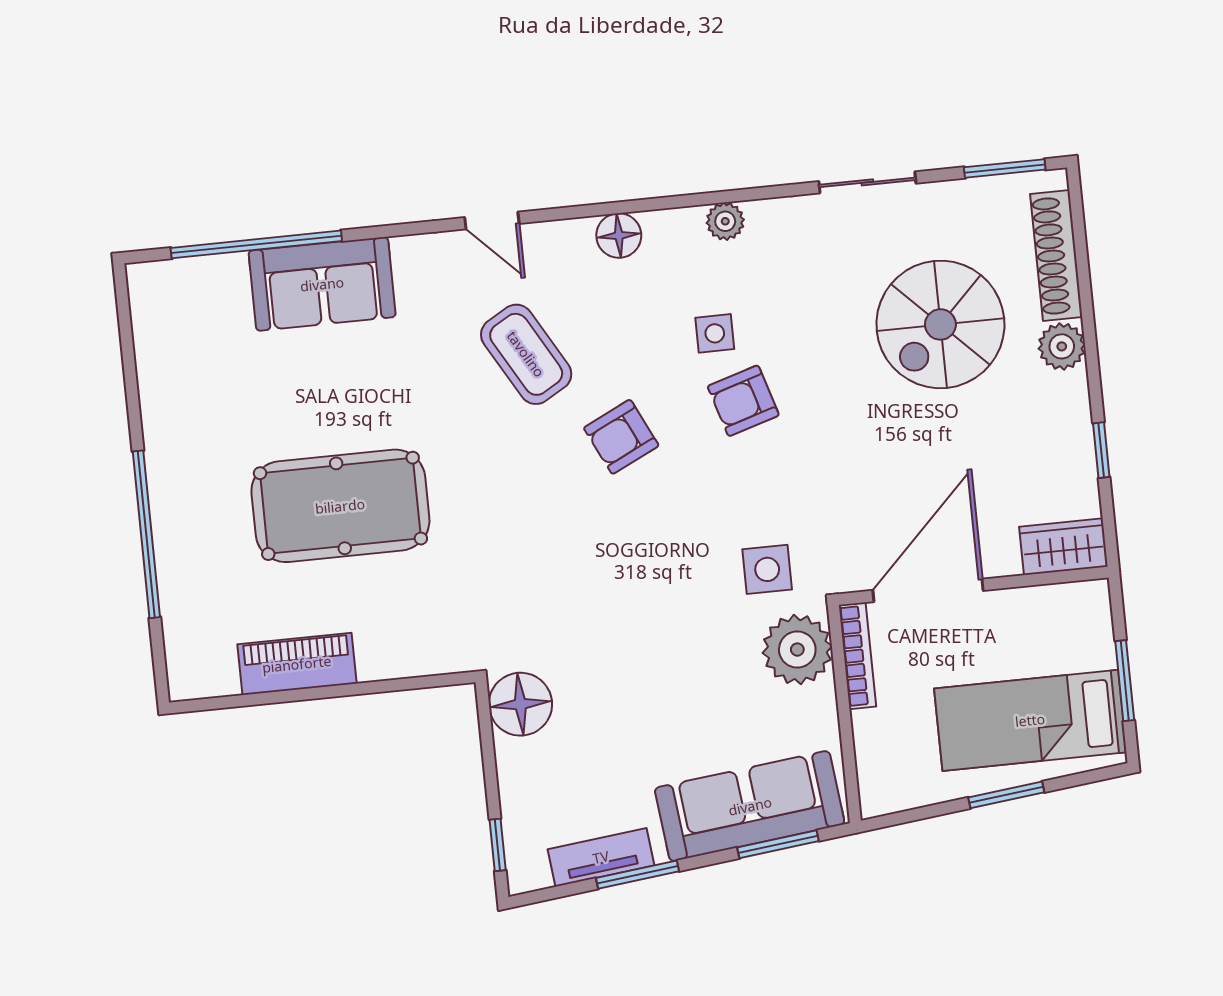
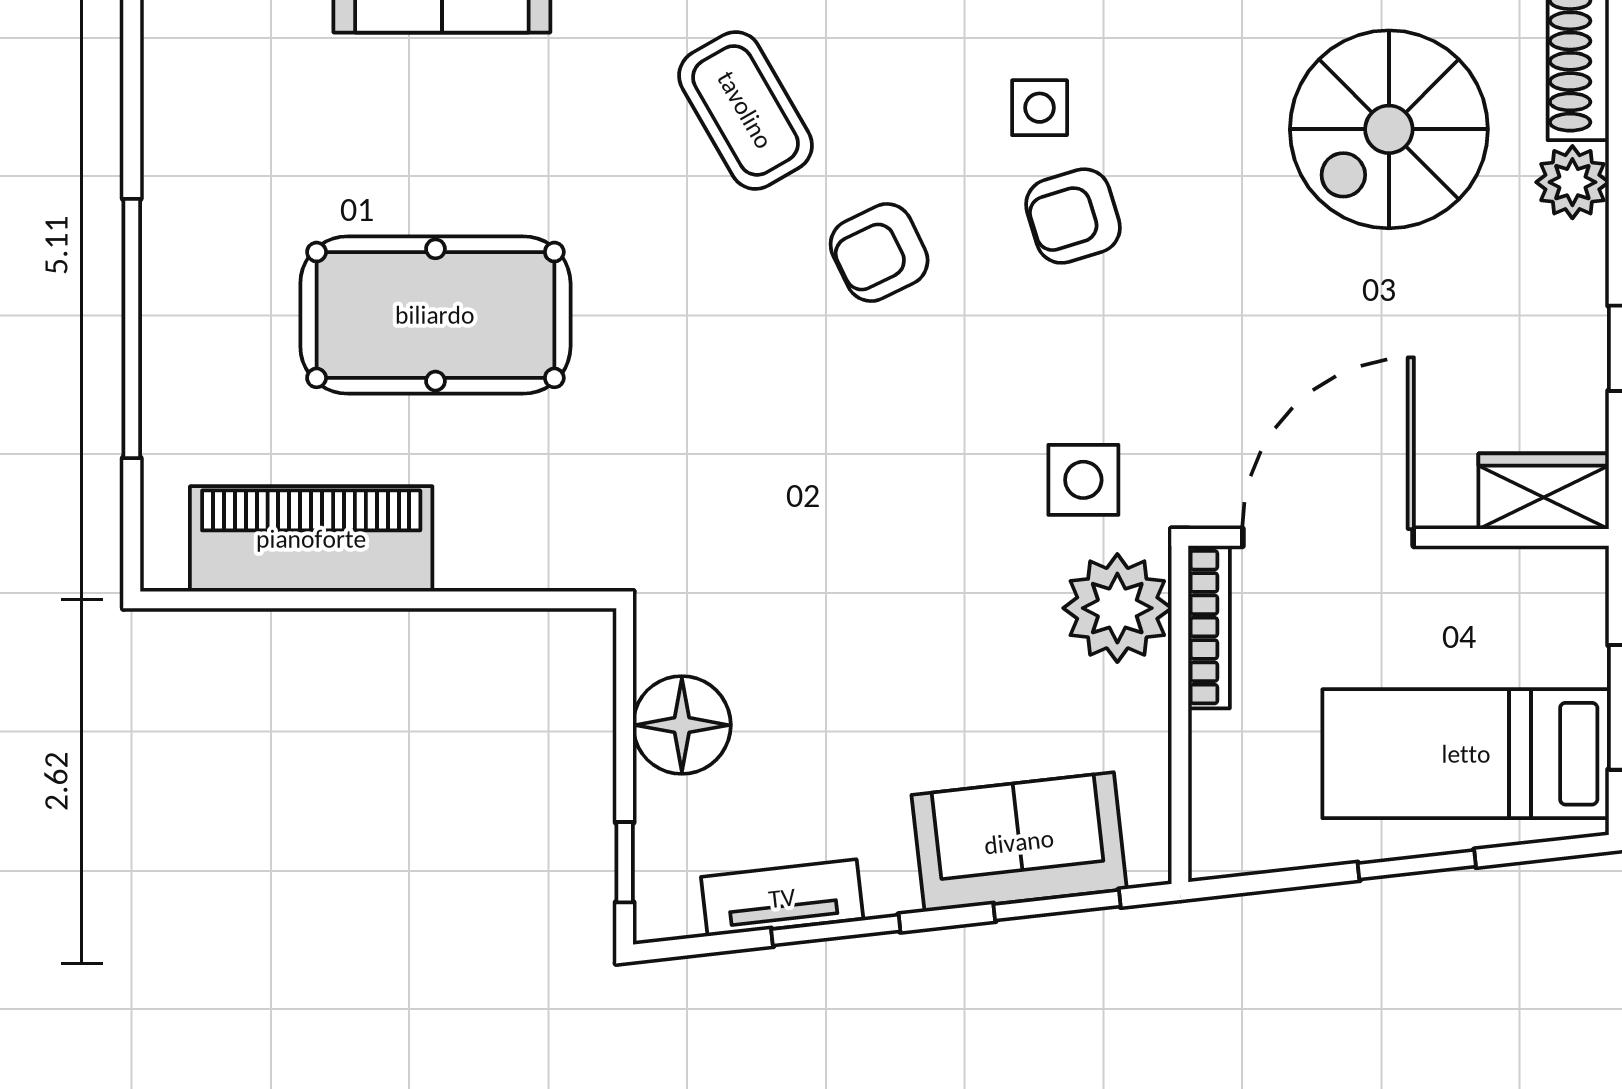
piano: (297, 664) -> (311, 539), width x1.37, depth x1.33
floor lamp: (520, 704) -> (682, 725), moved
sofa: (750, 806) -> (1019, 842), width x0.73

